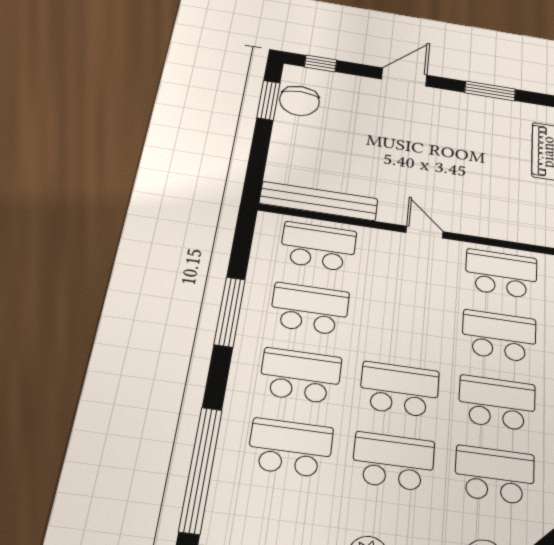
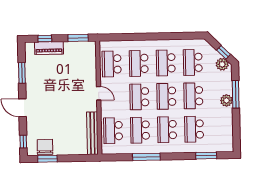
chair: (299, 101) -> (45, 147), turned -90
door: (425, 232) -> (99, 93), swing flipped
school desk: (405, 322) -> (139, 97), added
window: (201, 469) -> (206, 156), width x0.47

